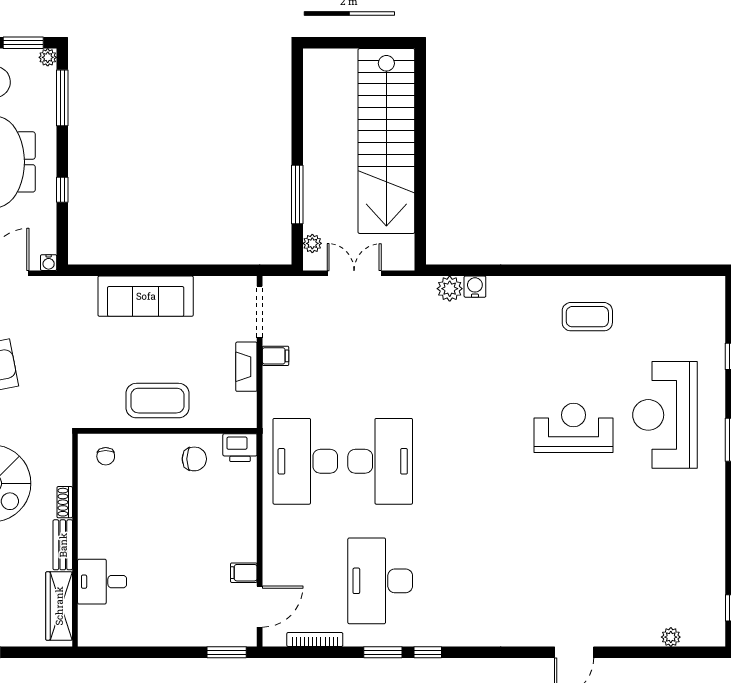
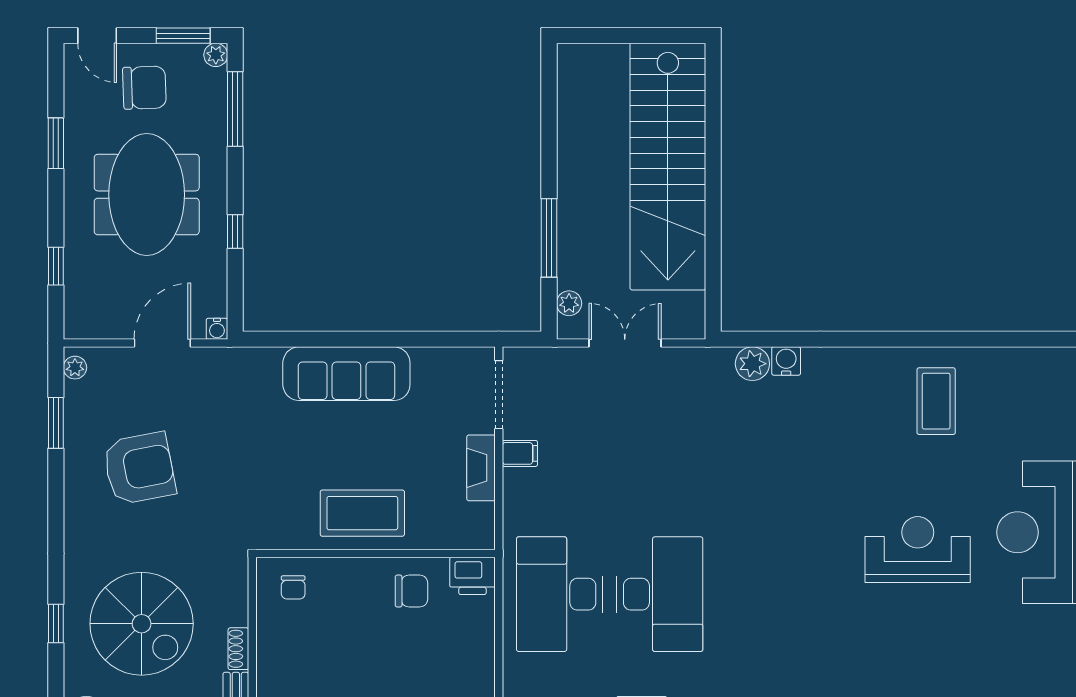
coffee table: (587, 317) -> (936, 401), turned 90

